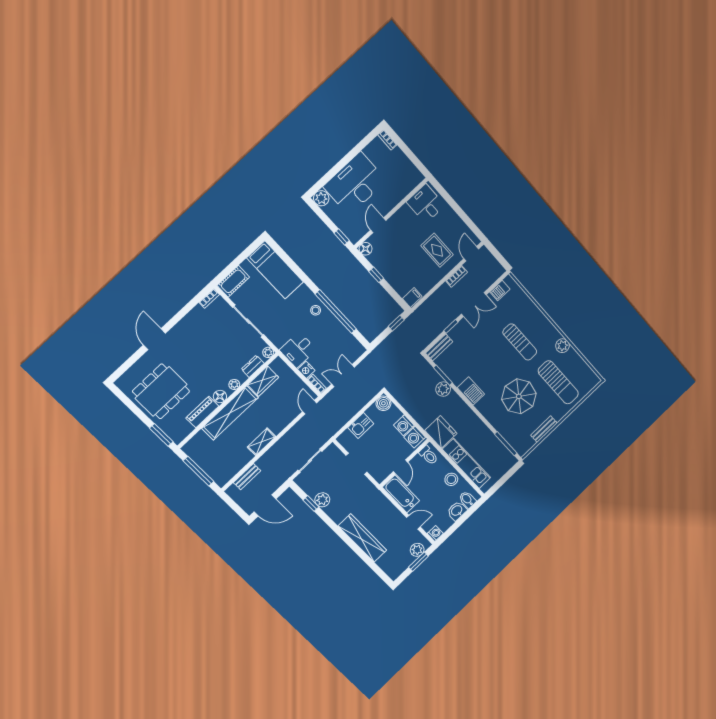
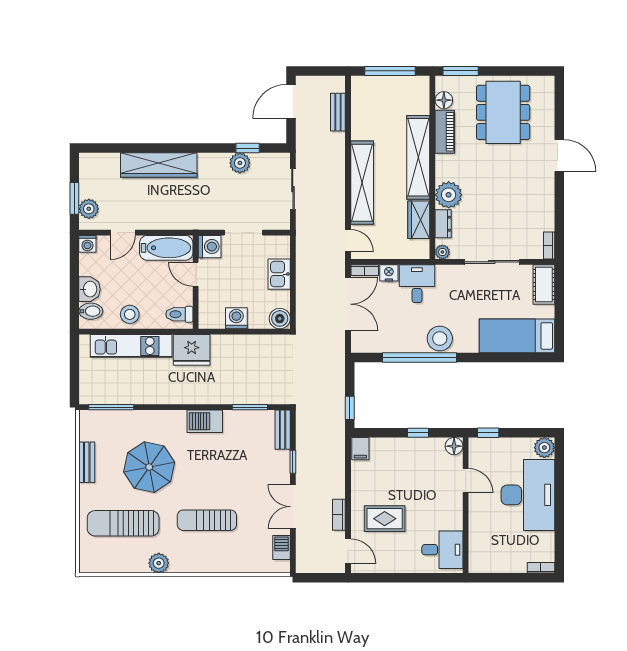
stool: (316, 310) -> (440, 338), width x1.89, depth x1.89
double door: (343, 376) -> (348, 304), width x1.37
plant: (234, 384) -> (449, 195), width x1.87, depth x1.87
plant: (443, 389) -> (235, 394), removed
floor lamp: (220, 397) -> (444, 100), moved
washing machine: (415, 437) -> (210, 247), moved, turned 90
shelving: (261, 442) -> (362, 183), width x2.20, depth x1.33

